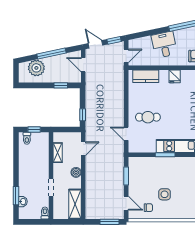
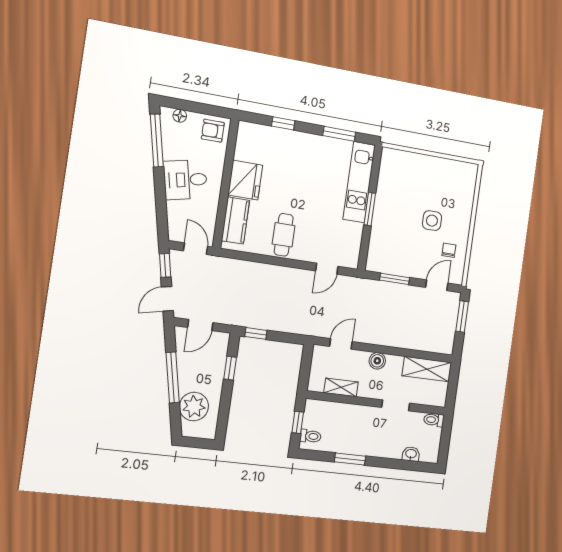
fridge: (175, 76) -> (245, 180), width x1.88, depth x1.34
window: (83, 115) -> (256, 333), moved
cafe table: (148, 117) -> (284, 235), moved
door: (83, 149) -> (341, 344), hinge flipped
window: (16, 196) -> (350, 459), moved

